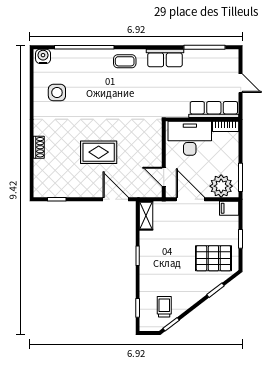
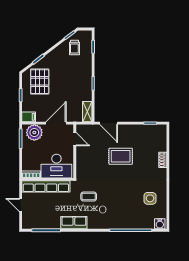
coffee table: (125, 61) -> (89, 197), moved
row of seats: (214, 109) -> (46, 186), width x1.36
door: (190, 199) -> (56, 123), swing flipped
pallet: (213, 258) -> (40, 82), turned 90

